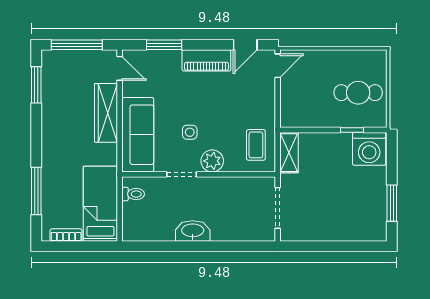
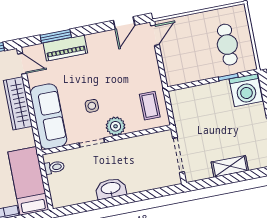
piano: (206, 60) -> (65, 48), moved
cafe table: (358, 93) -> (227, 45), turned 90
shelving: (289, 153) -> (230, 166), moved, turned 90

